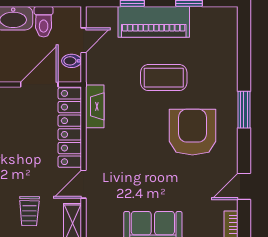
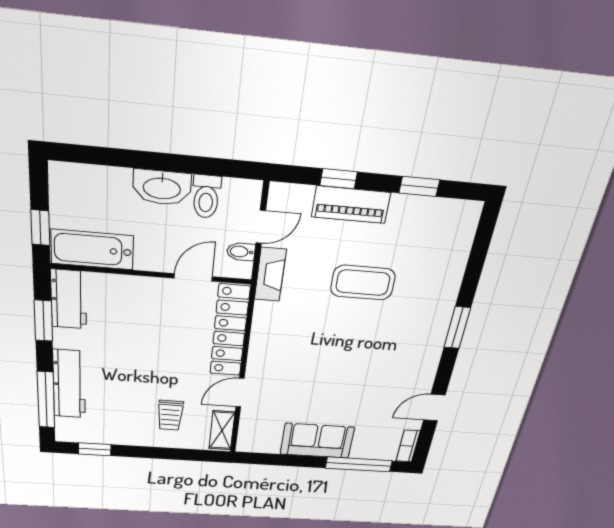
piano: (154, 22) -> (351, 205), width x0.73, depth x0.75
door: (39, 84) -> (193, 277), width x0.73
fireplace: (95, 106) -> (270, 274), moved
armchair: (192, 132) -> (386, 348), removed

